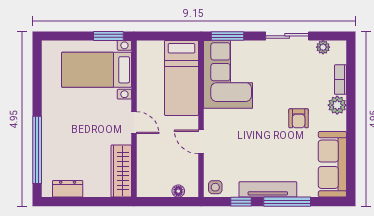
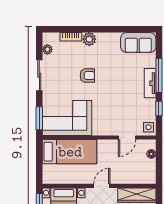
armchair: (299, 118) -> (87, 76), moved
door: (201, 142) -> (127, 137), moved
sofa: (332, 164) -> (138, 43), width x0.73
tv unit: (268, 189) -> (150, 83), width x0.71

